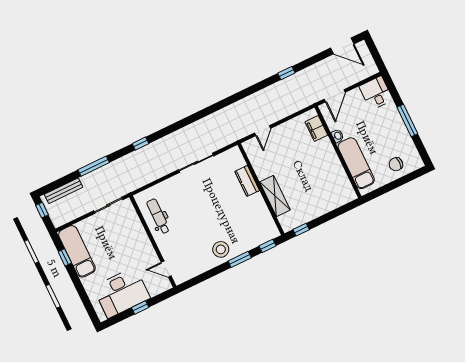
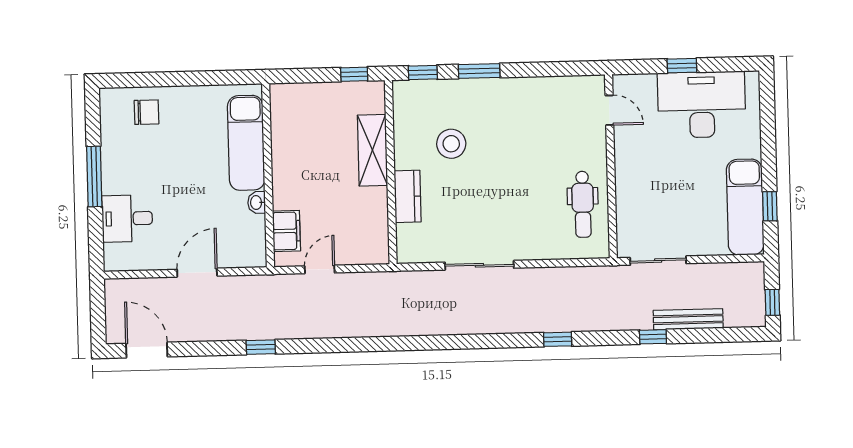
desk: (376, 93) -> (127, 219), moved, turned 90
filing cabinet: (316, 128) -> (286, 231), moved
door: (263, 131) -> (320, 269), moved
washbasin: (338, 136) -> (257, 203), moved
wall: (338, 152) -> (268, 175), moved
exam couch: (356, 163) -> (246, 143), moved
window: (94, 166) -> (653, 337), width x0.46
bench: (64, 191) -> (688, 319), moved
stool: (221, 249) -> (451, 144), moved

